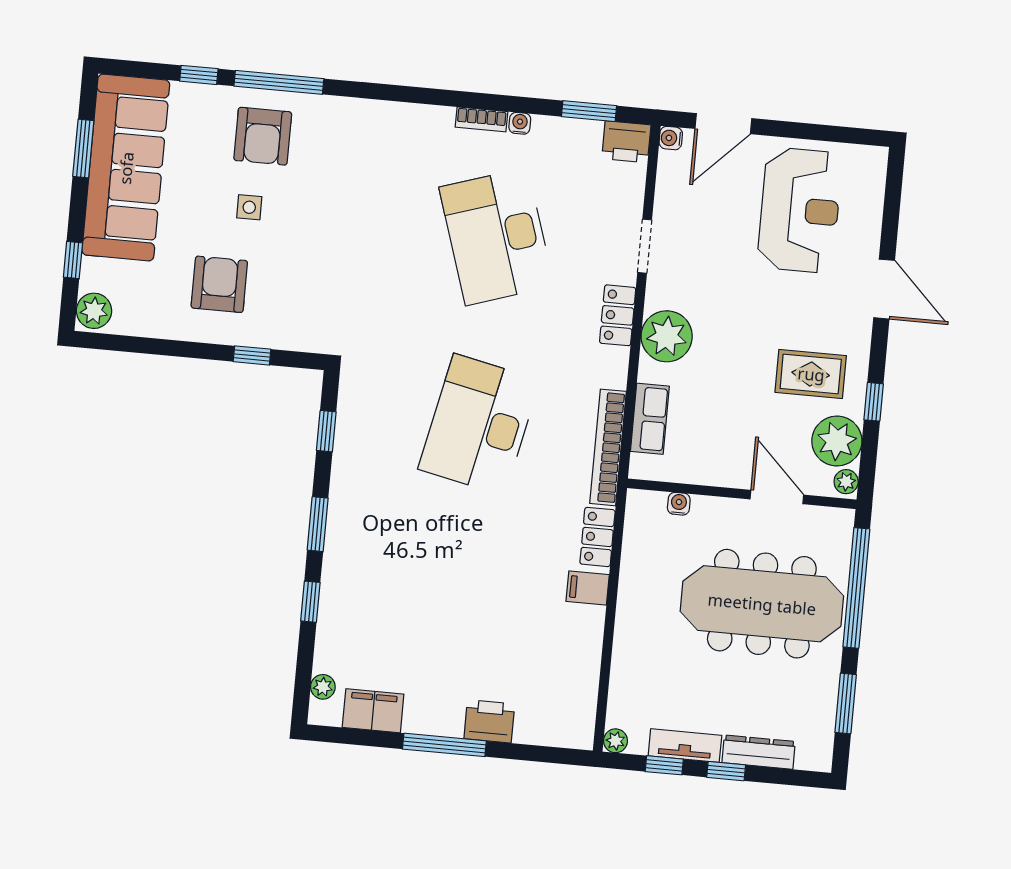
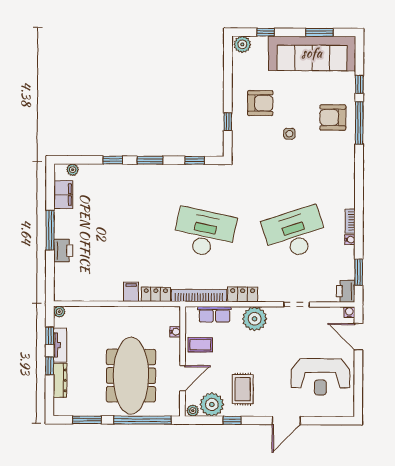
side table: (249, 207) -> (289, 134), moved
locker: (618, 315) -> (243, 294), moved
coffee table: (711, 454) -> (200, 345), added

